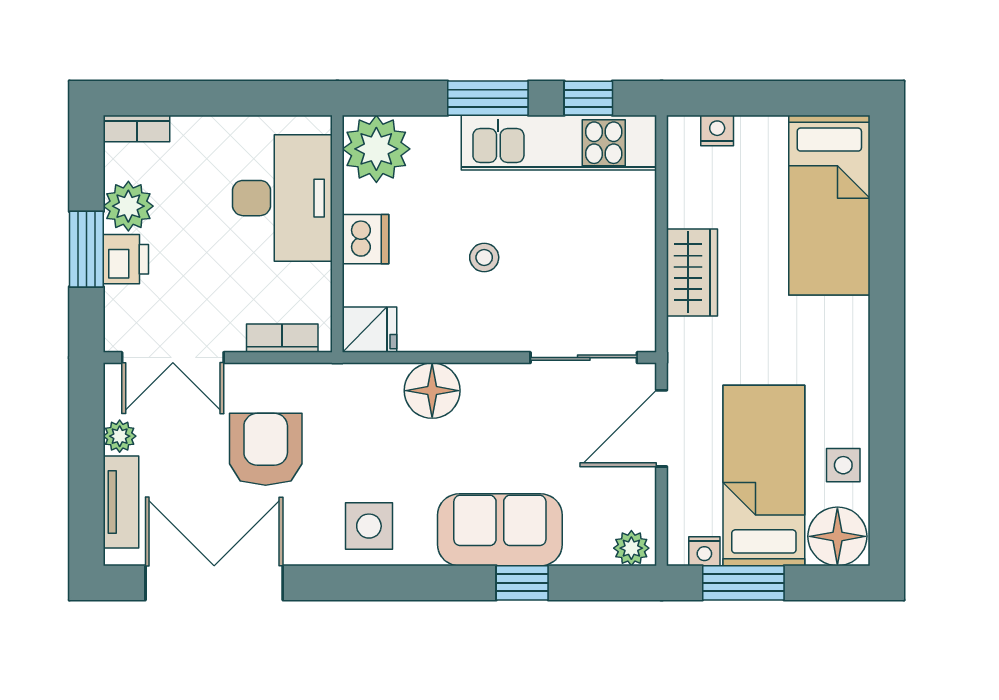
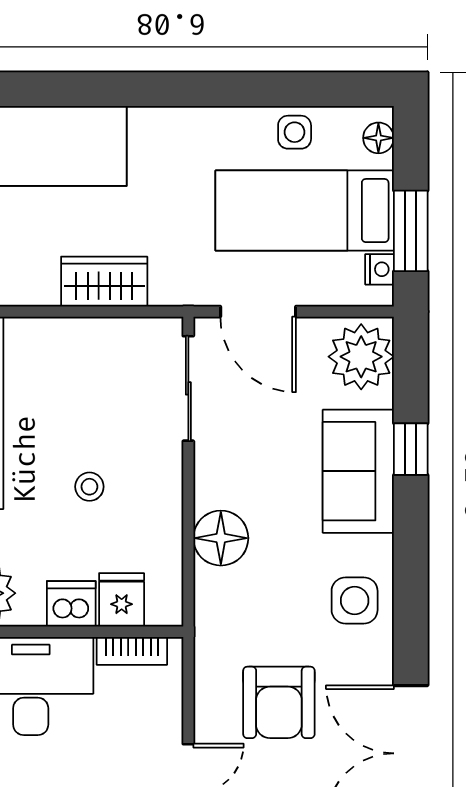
fridge: (370, 330) -> (122, 600), moved
bookcase: (282, 338) -> (132, 651), moved, turned -90
armchair: (266, 449) -> (279, 702), turned -90
floor lamp: (837, 536) -> (378, 138), width x0.53, depth x0.53
plant: (631, 548) -> (361, 357), width x1.87, depth x1.87

